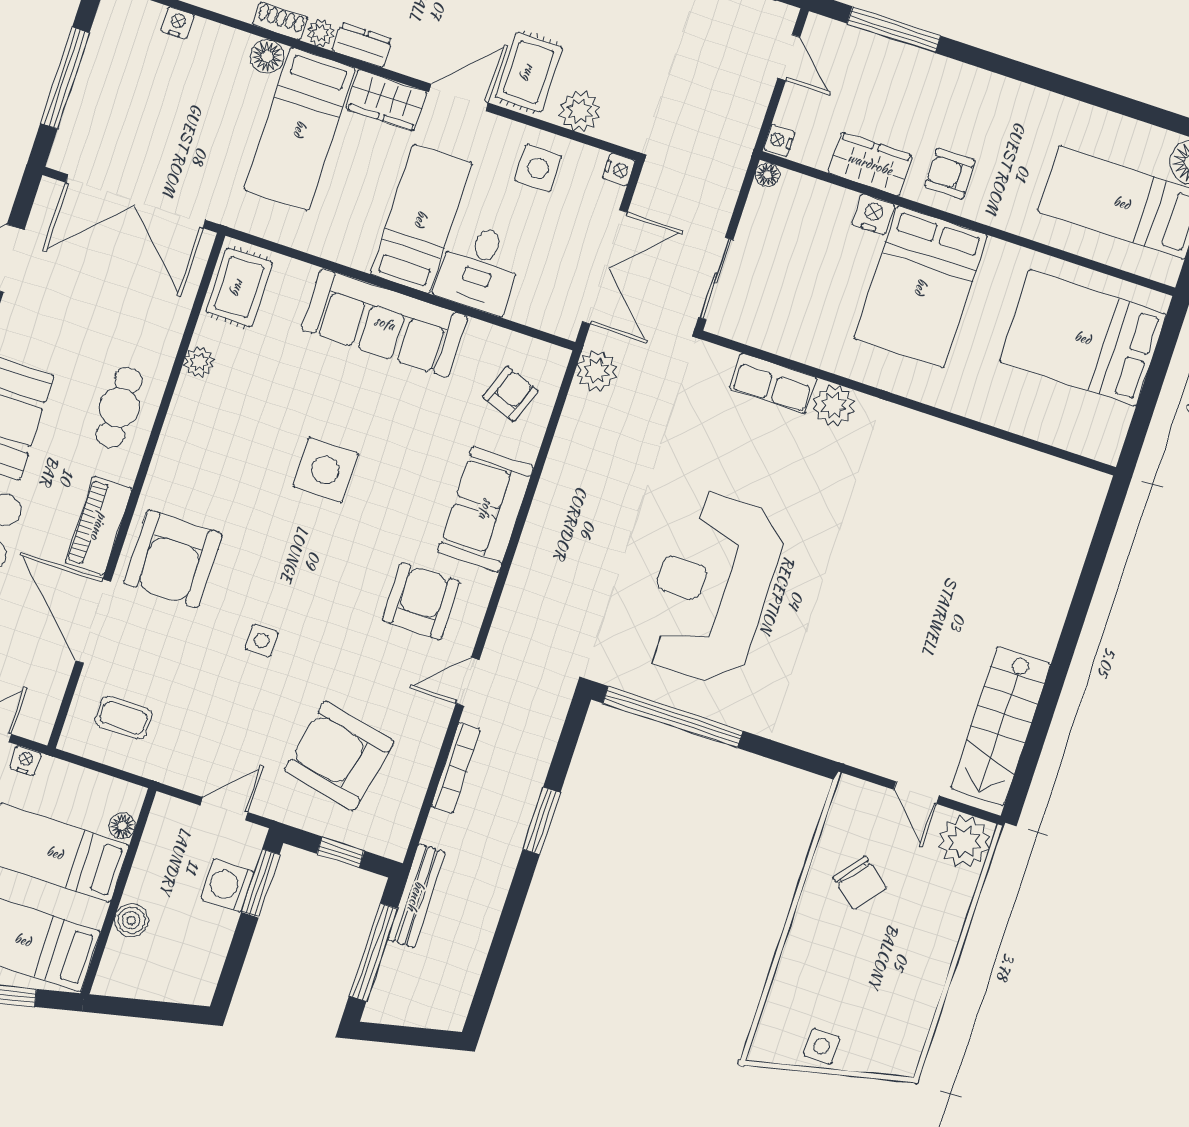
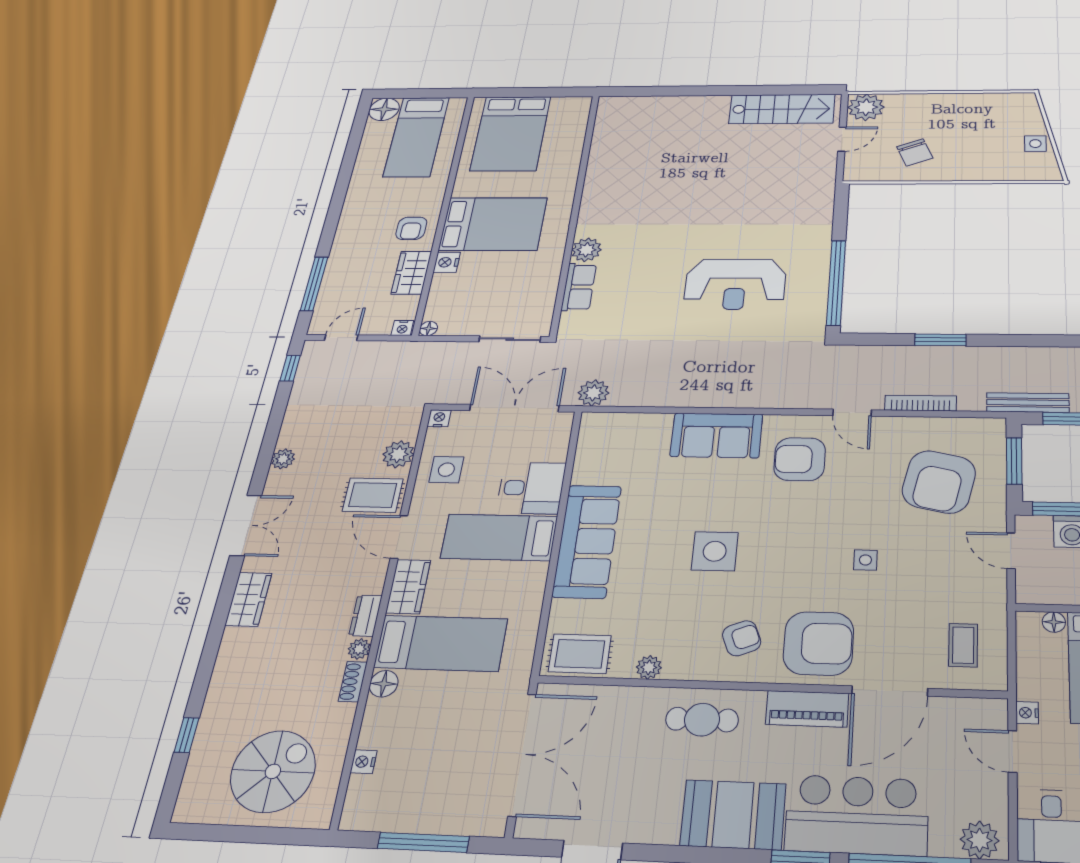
armchair: (510, 394) -> (742, 638), moved, turned 138
reception desk: (712, 587) -> (735, 284), width x0.74, depth x0.77
window: (341, 852) -> (1014, 461), width x1.50
chair: (860, 883) -> (915, 152), turned 120

